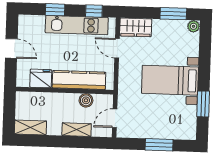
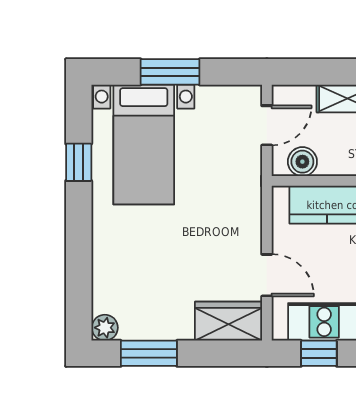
bed with nightstands: (170, 80) -> (144, 145), moved, turned 90
boiler: (86, 100) -> (302, 162), moved
window: (203, 104) -> (79, 162), width x0.67

